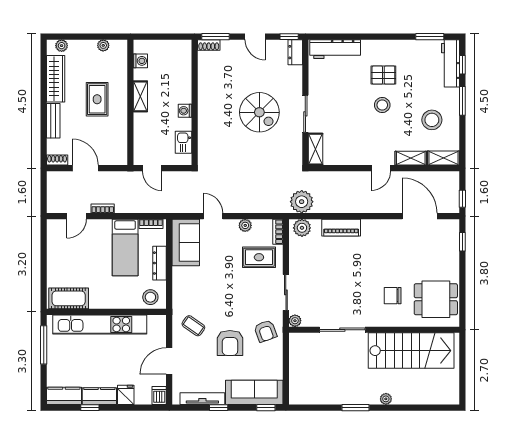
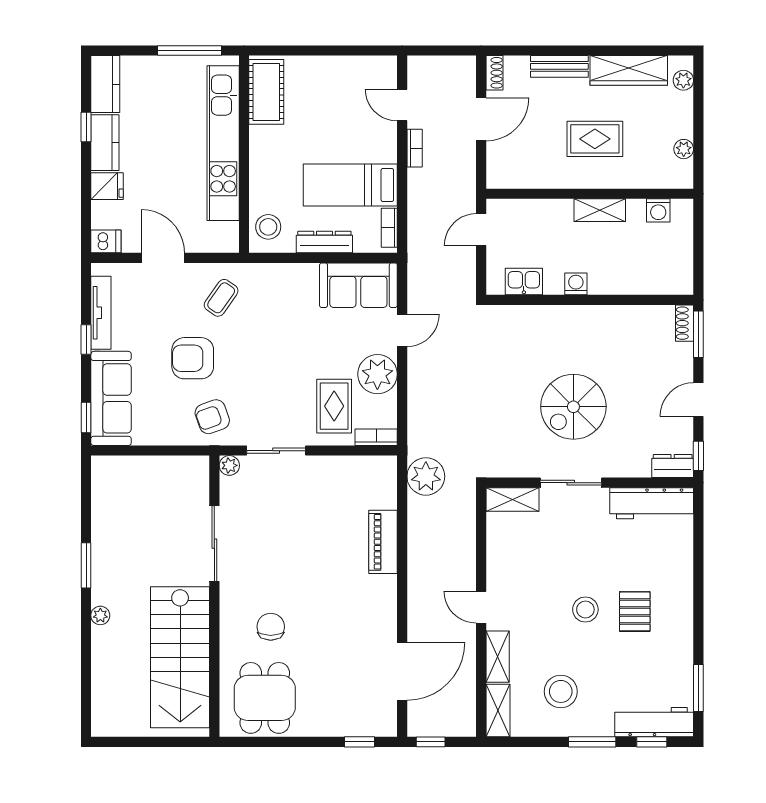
workbench: (335, 49) -> (652, 503), moved, turned -90
plant: (245, 225) -> (377, 374), width x1.87, depth x1.87
plant: (302, 228) -> (383, 477), removed

